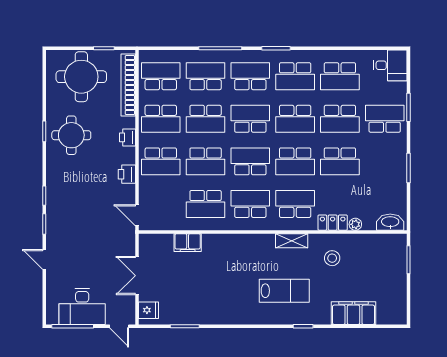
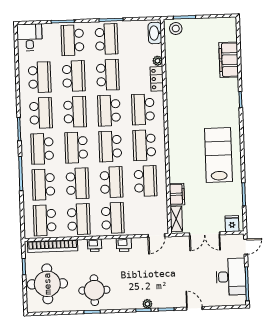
school desk: (295, 161) -> (109, 111), turned 180
school desk: (385, 161) -> (106, 39), added
plant: (52, 201) -> (147, 304), added
shelving: (292, 241) -> (176, 219), moved
stool: (332, 258) -> (176, 29), moved
door: (44, 259) -> (194, 308), swing flipped
lab bench: (284, 291) -> (218, 155), moved, width x1.36, depth x1.39

